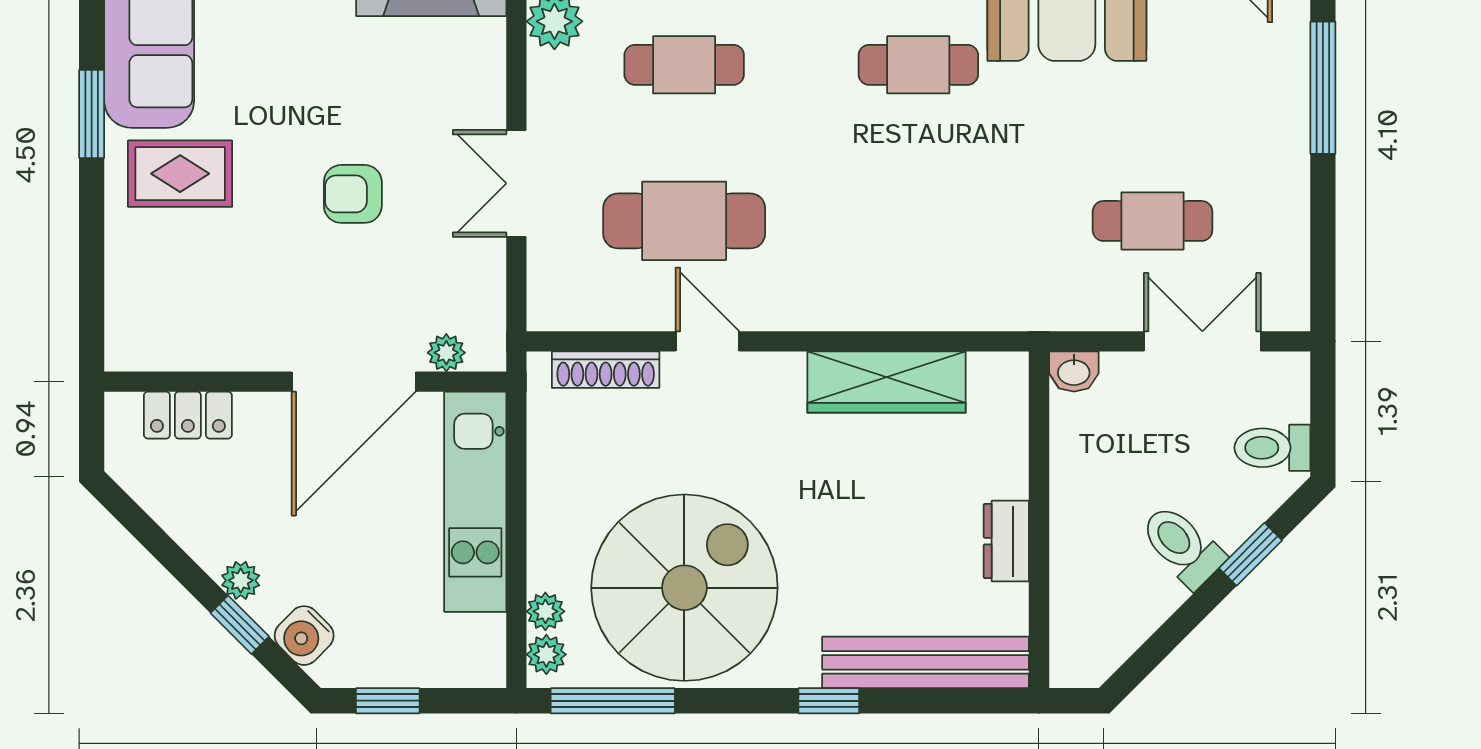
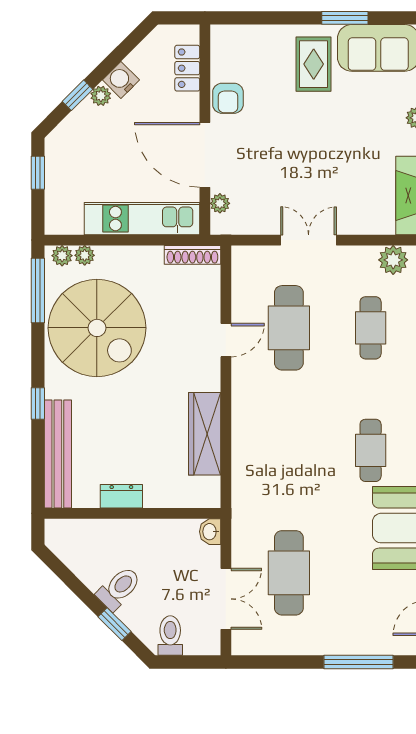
armchair: (353, 194) -> (228, 98), moved, turned 180
cafe table: (1153, 221) -> (289, 573), width x1.37, depth x1.35
shoe rack: (606, 370) -> (192, 255), moved, turned -90
water cooler: (304, 636) -> (121, 80), moved

